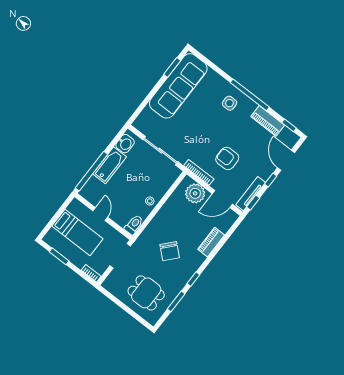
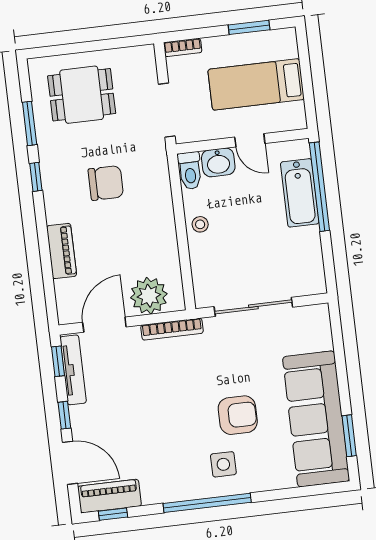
piano: (268, 121) -> (109, 496), moved
washbasin: (125, 144) -> (218, 162), moved, turned -90
armchair: (227, 158) -> (238, 415), moved
bathtub: (109, 165) -> (300, 193), moved
chair: (170, 251) -> (106, 183), turned 138

